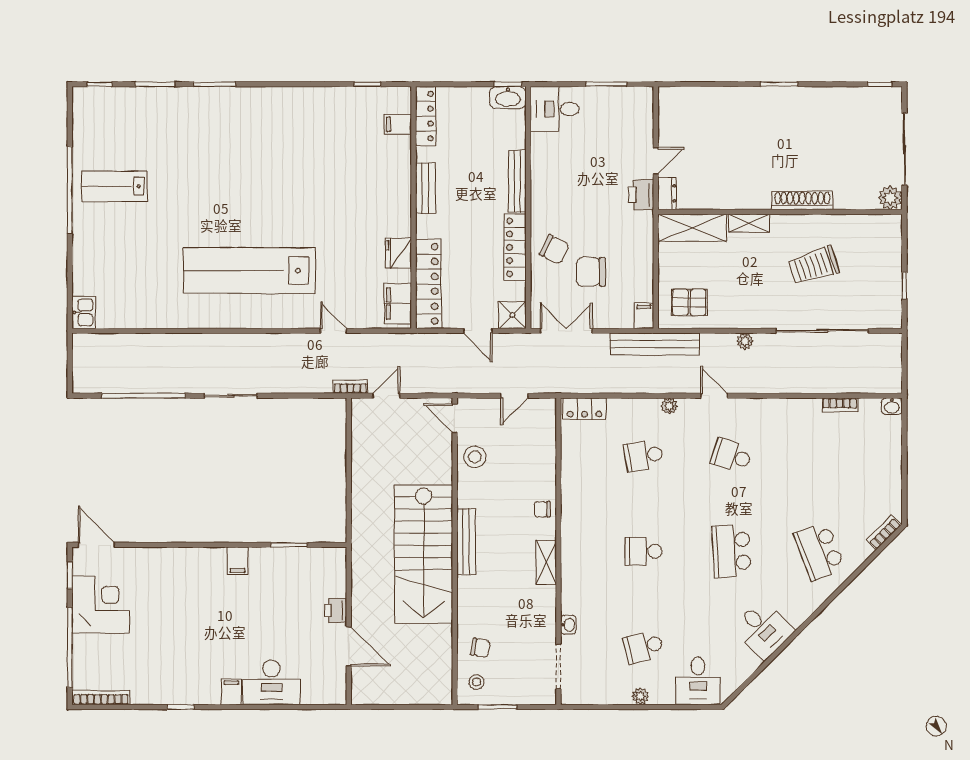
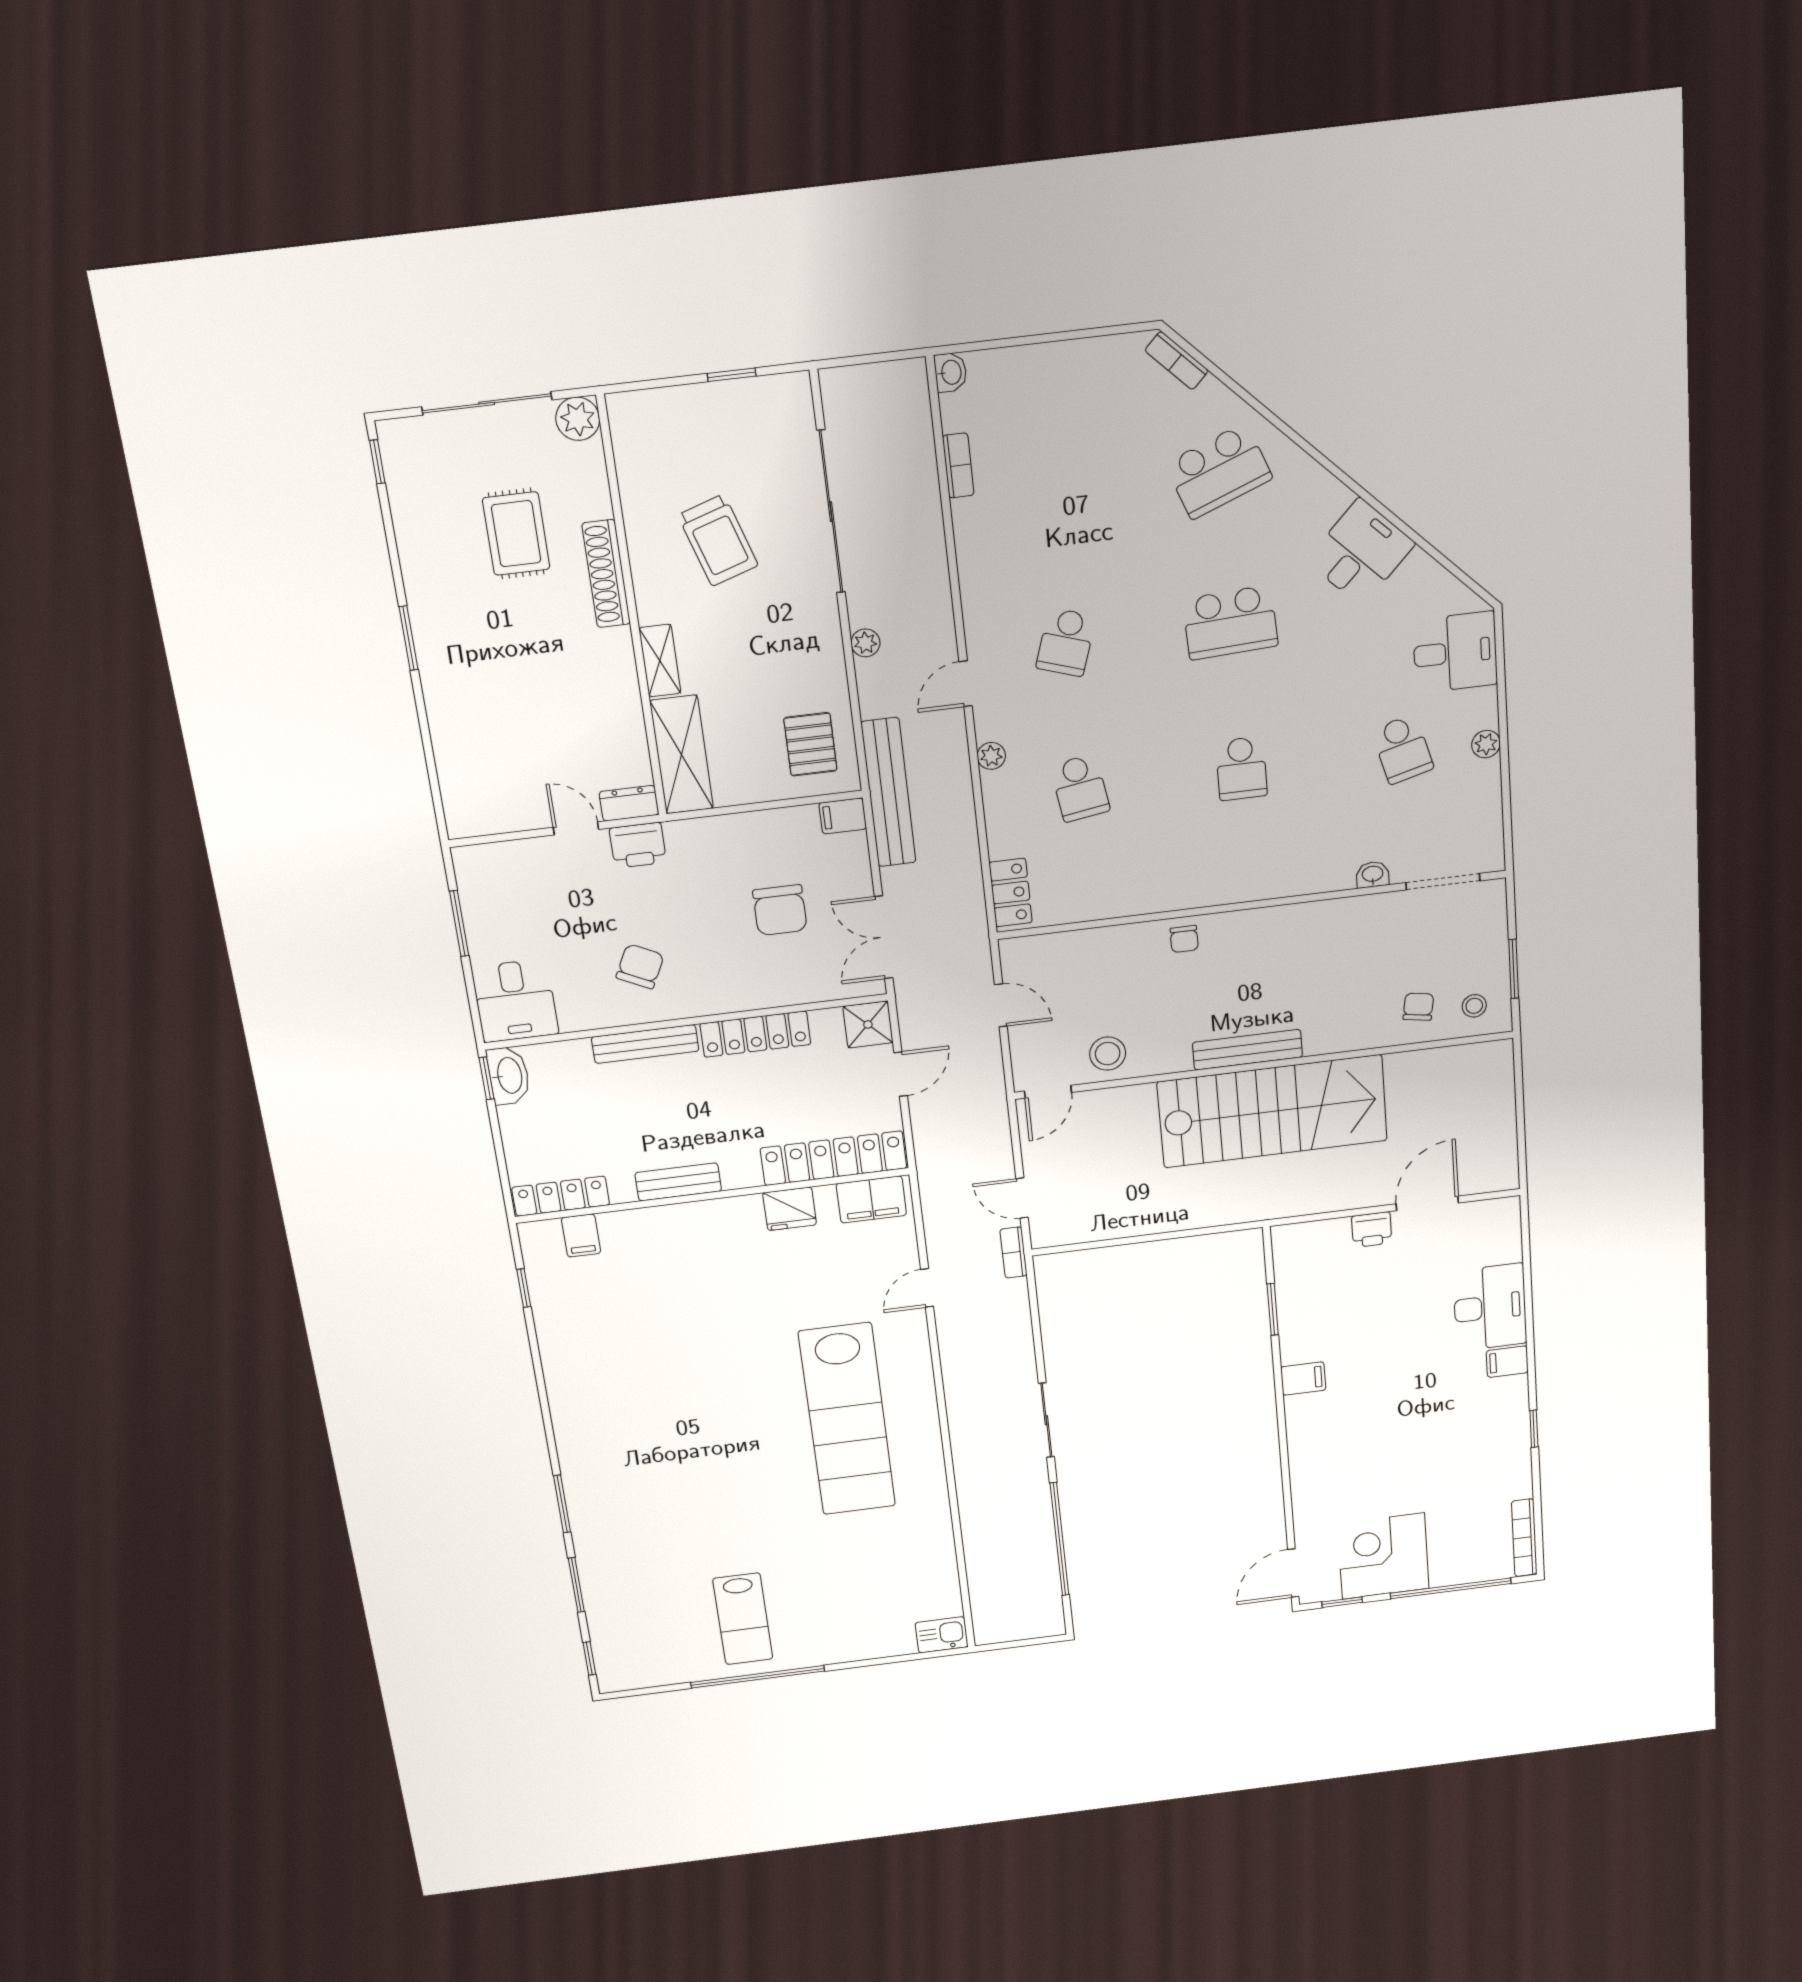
rug: (831, 154) -> (516, 534), added
chair: (554, 249) -> (640, 966), moved
shelving: (546, 562) -> (1272, 922), removed

